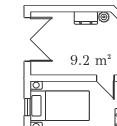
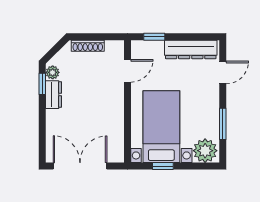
window: (95, 9) -> (42, 84), added

